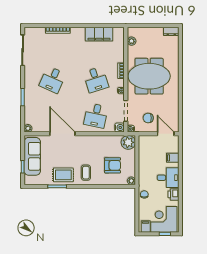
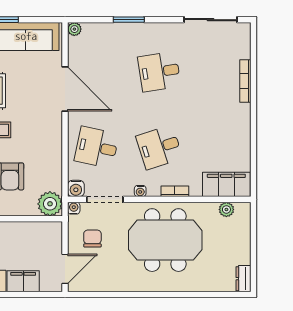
filing cabinet: (99, 34) -> (226, 184), moved, turned 90
meeting table: (149, 76) -> (165, 240), turned 90
desk: (52, 80) -> (159, 72), turned -33
door: (62, 134) -> (65, 89), hinge flipped
filing cabinet: (173, 158) -> (23, 281), width x2.00

